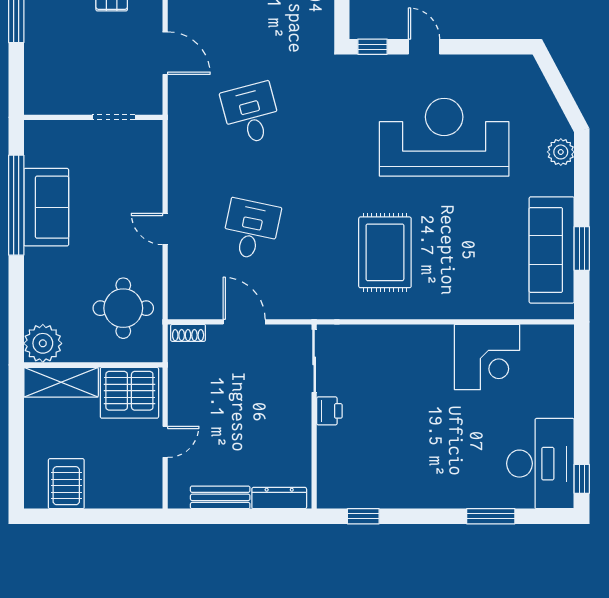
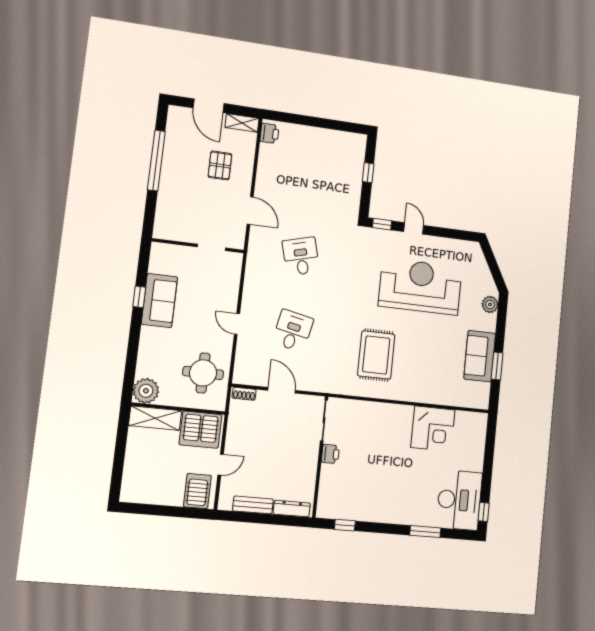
window: (16, 205) -> (139, 297), width x0.32
sofa: (552, 250) -> (480, 356), width x0.73
server rack: (66, 484) -> (197, 491), moved

